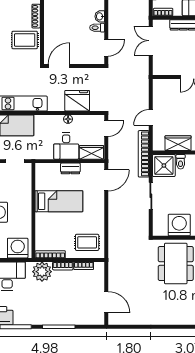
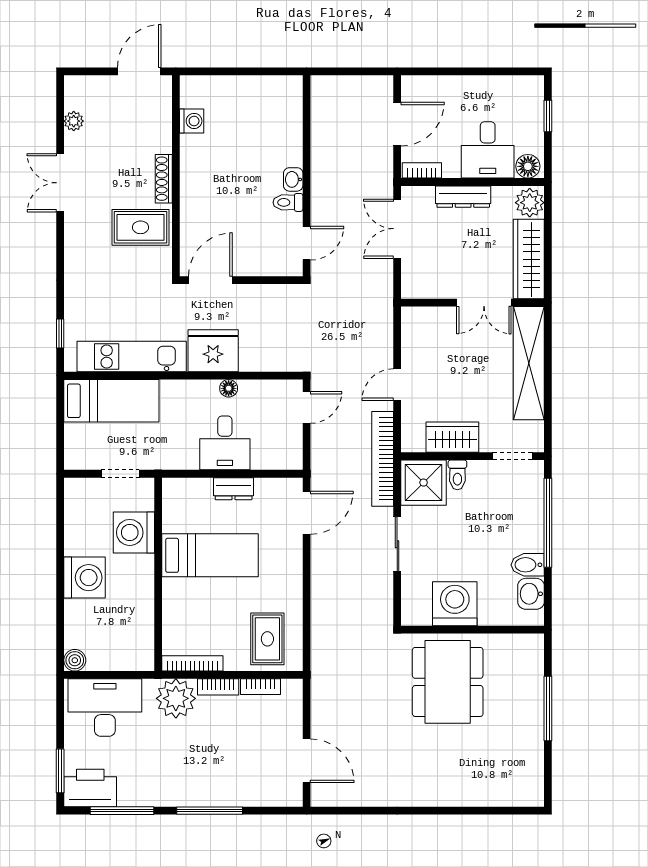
fridge: (77, 101) -> (213, 351), moved
wardrobe: (91, 152) -> (276, 456), removed
rug: (87, 242) -> (267, 639), turned 90
washing machine: (18, 248) -> (134, 532), moved, turned -90

